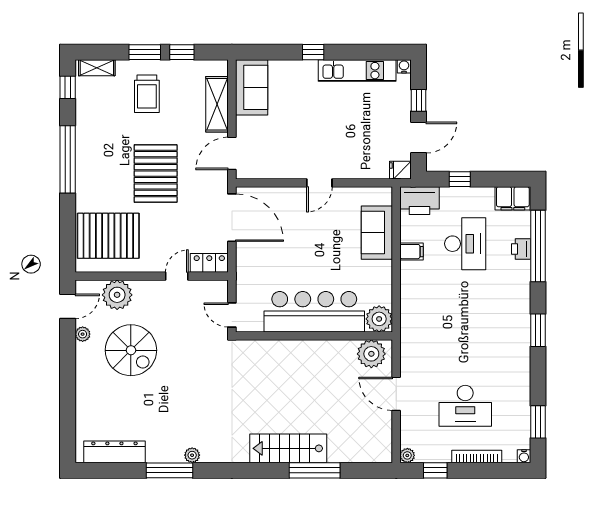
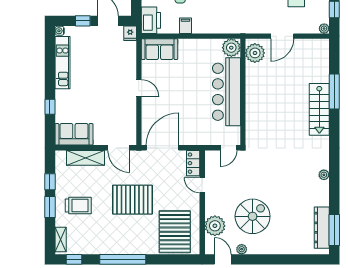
window: (313, 52) -> (50, 107), moved
sofa: (377, 233) -> (160, 49), moved
window: (170, 470) -> (334, 230), moved

